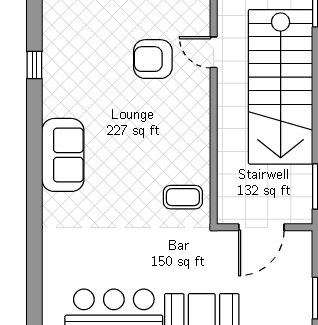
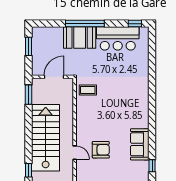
window: (34, 65) -> (152, 166), moved
sofa: (63, 155) -> (140, 144), moved

